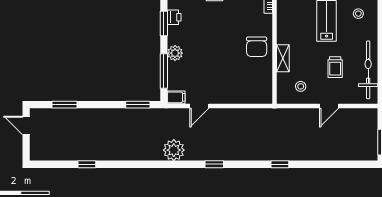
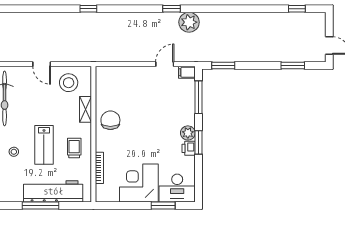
plant: (175, 53) -> (188, 133), moved
trolley: (335, 67) -> (74, 148), moved
stool: (301, 86) -> (69, 83), width x1.89, depth x1.89
door: (329, 106) -> (42, 64), swing flipped
window: (87, 164) -> (297, 9), moved
window: (214, 164) -> (171, 9), moved

